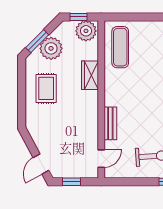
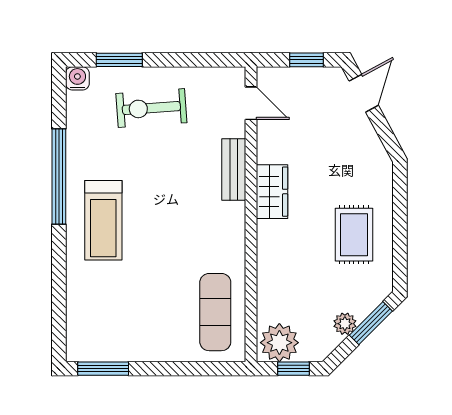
plant: (51, 48) -> (345, 324), width x0.53, depth x0.53
wardrobe: (90, 75) -> (272, 192), moved
door: (101, 159) -> (251, 103), swing flipped

